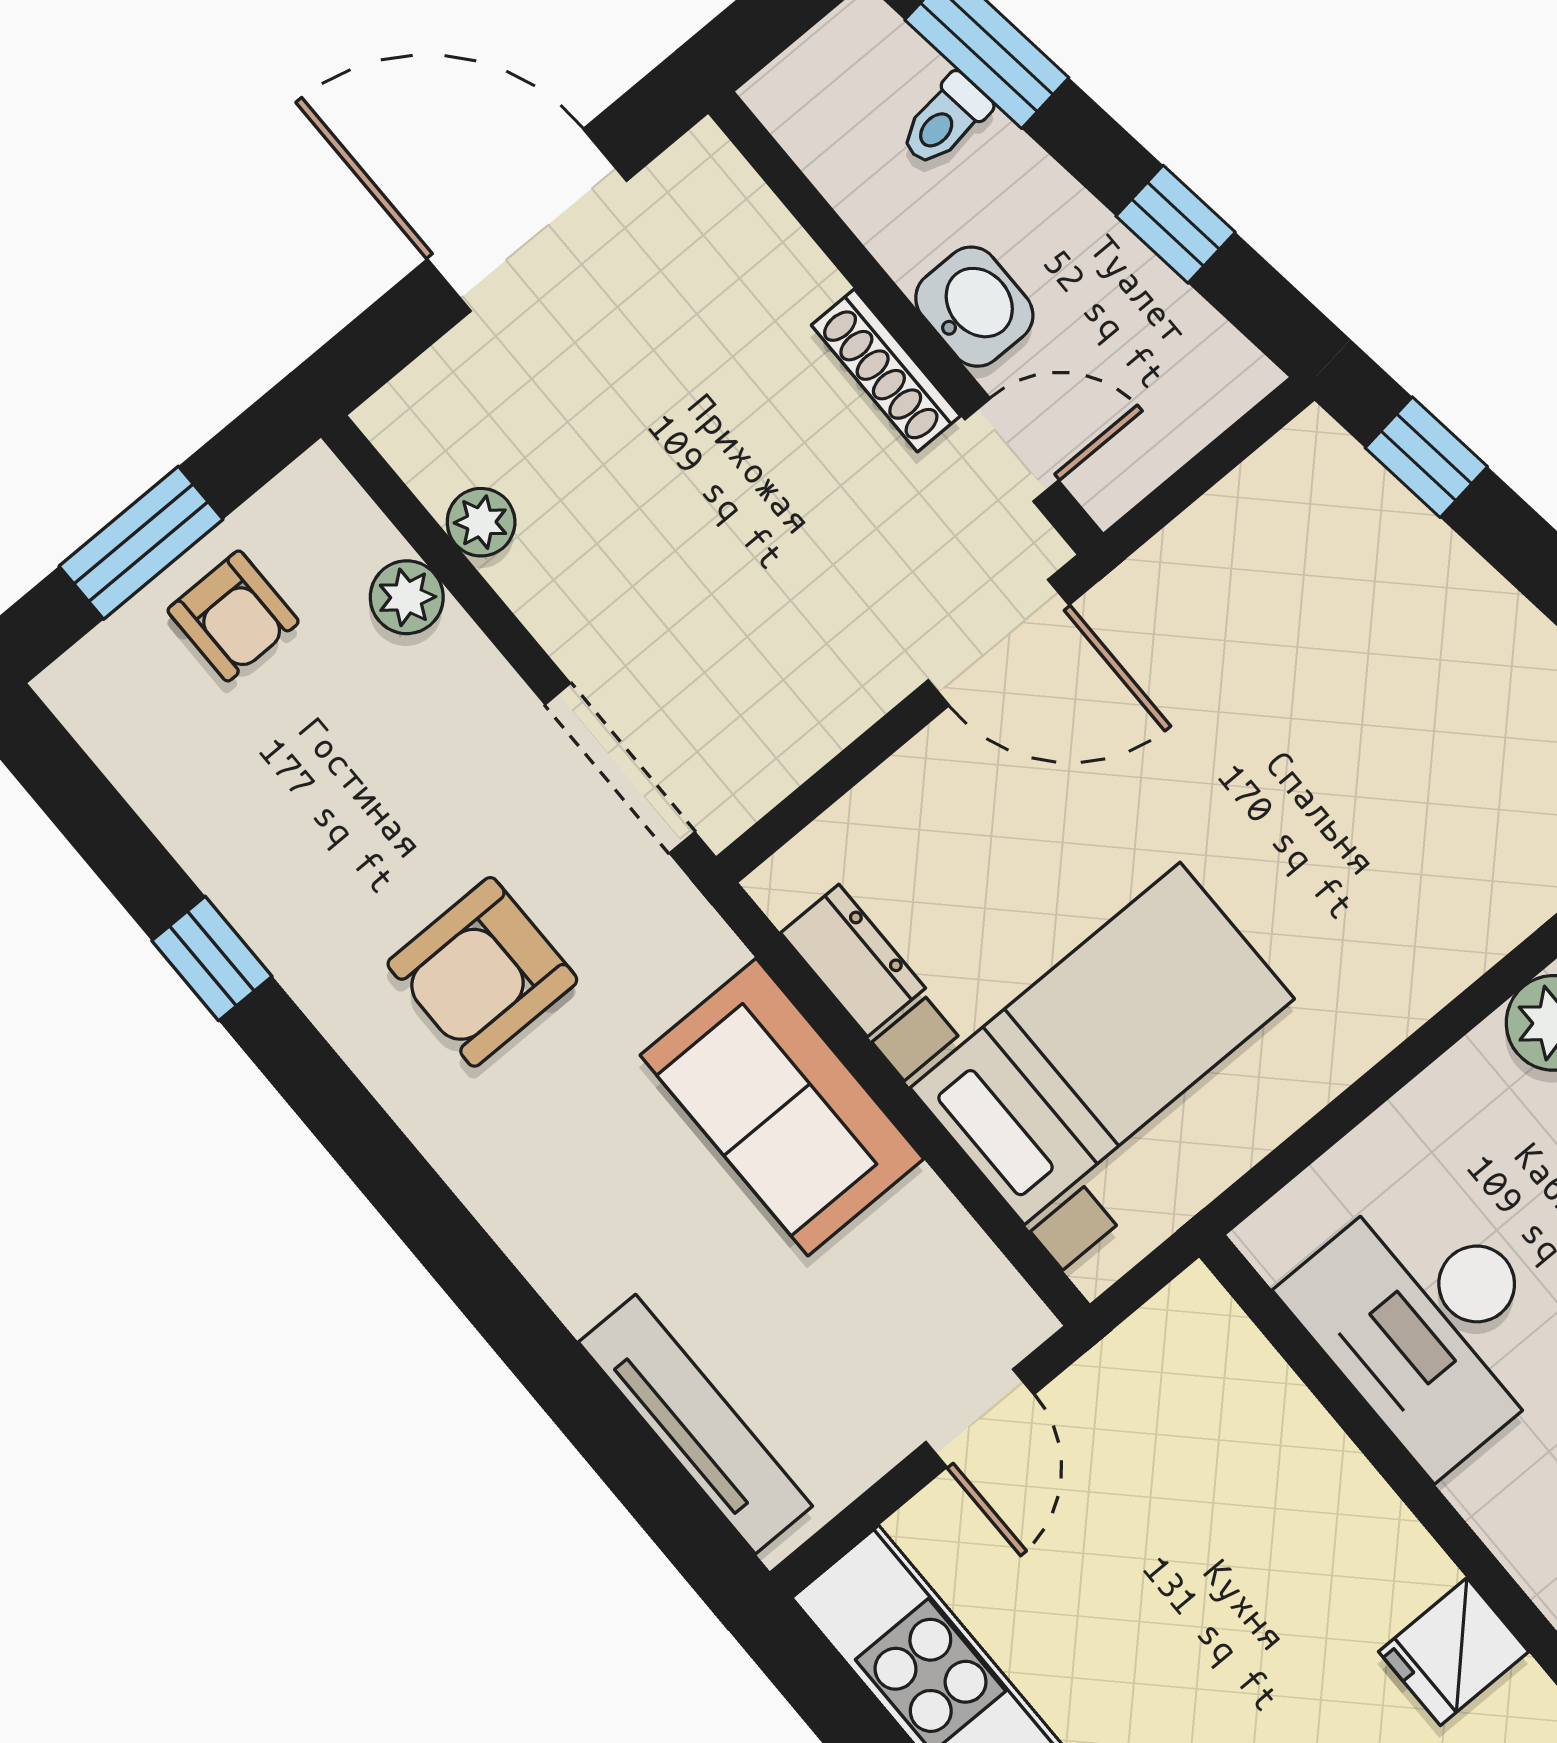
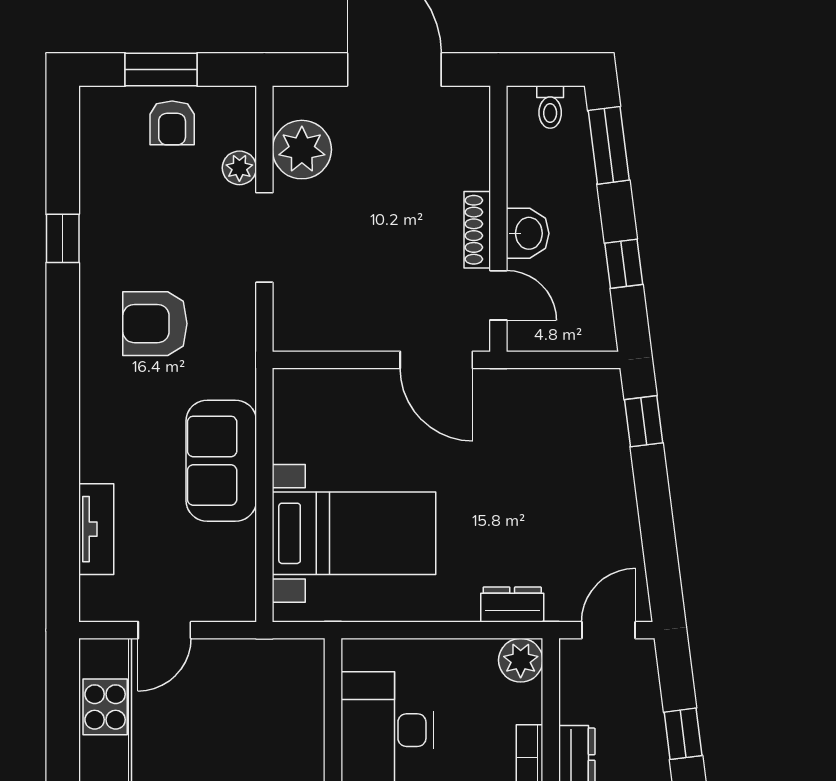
toilet: (945, 120) -> (550, 107), moved, turned -83
plant: (481, 522) -> (302, 150), width x1.88, depth x1.88
doorway: (620, 768) -> (264, 237), moved
dresser: (853, 960) -> (512, 604), moved, turned -90
door: (980, 1418) -> (164, 630), moved
tv unit: (695, 1424) -> (96, 529), width x0.71

